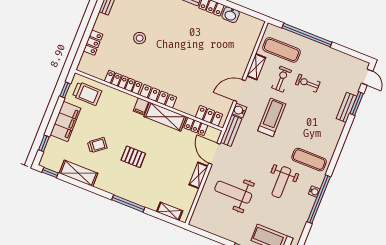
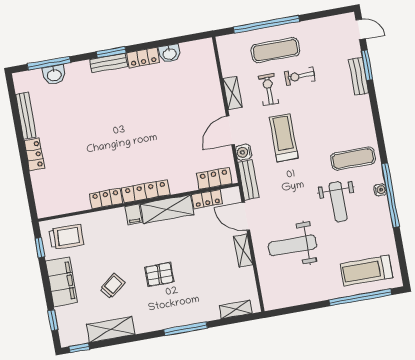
stool: (140, 38) -> (86, 141), removed
locker: (93, 43) -> (34, 154), moved
exercise mat: (281, 50) -> (275, 50), moved
locker: (123, 82) -> (106, 198), width x0.66

